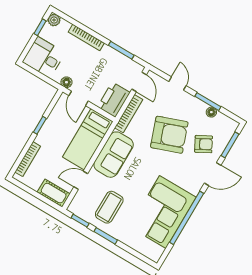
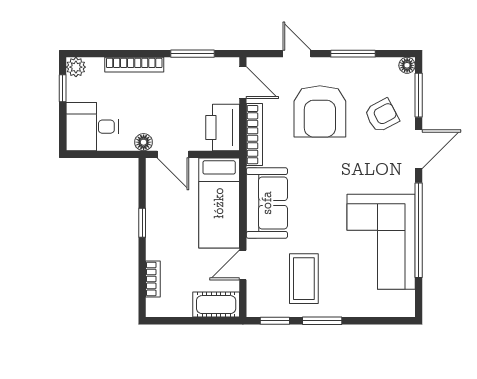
floor lamp: (211, 112) -> (407, 65), moved
armchair: (169, 135) -> (320, 111), moved, turned 110
bookcase: (28, 159) -> (153, 279), width x0.64

